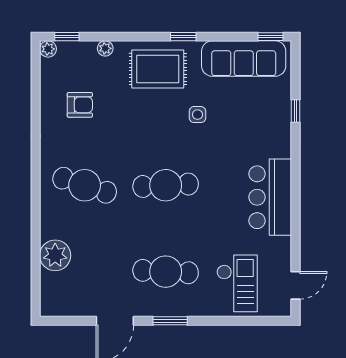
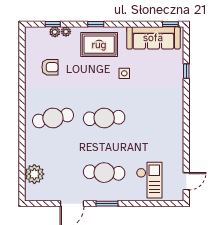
window: (67, 37) -> (53, 24), moved
window: (183, 37) -> (96, 24), moved
plant: (48, 49) -> (55, 32), moved
cafe table: (85, 185) -> (53, 118), turned -30
bar counter: (270, 197) -> (170, 126), removed
plant: (55, 255) -> (34, 174), moved

